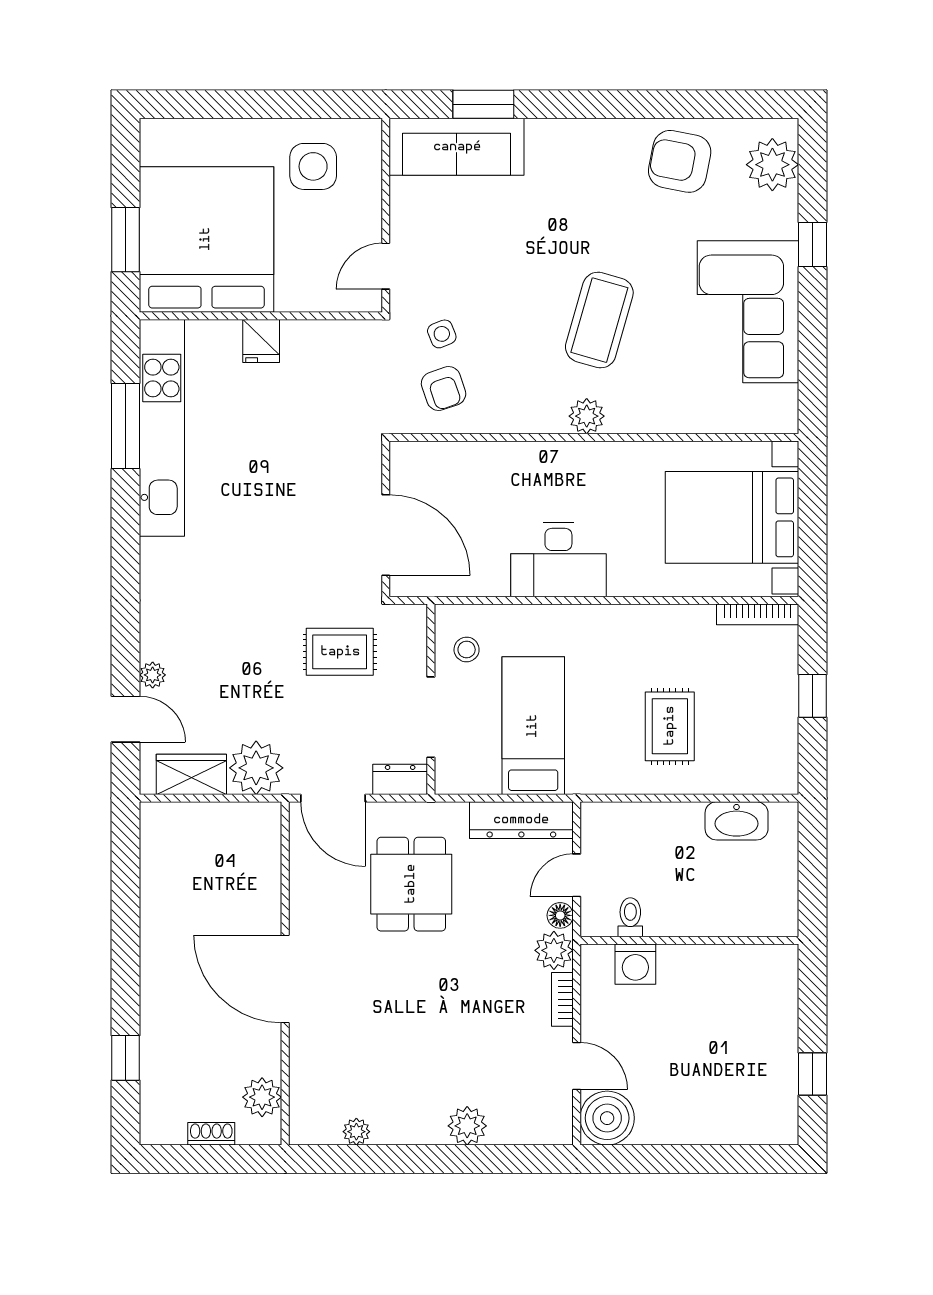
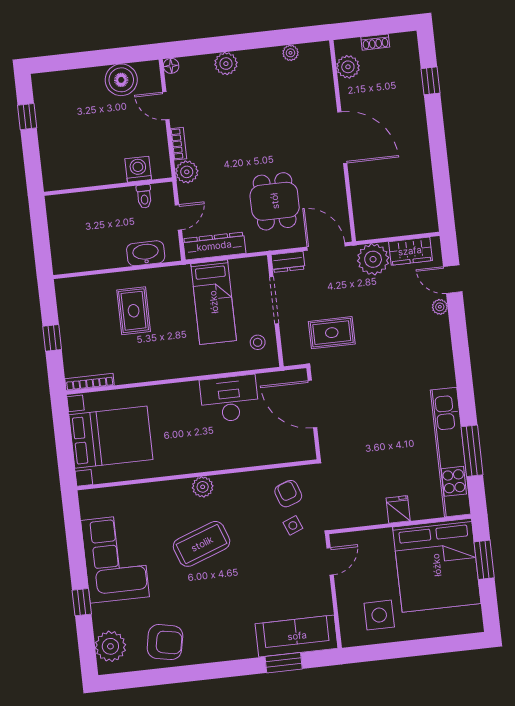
coffee table: (599, 320) -> (202, 544), turned 54
desk: (558, 560) -> (229, 399), moved
washbasin: (737, 821) -> (146, 253), moved
floor lamp: (560, 915) -> (171, 66), moved
boiler: (607, 1118) -> (121, 80), moved

